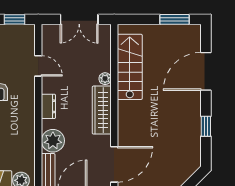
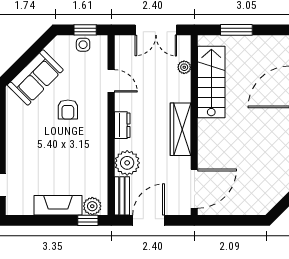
window: (175, 19) -> (236, 30), moved
side table: (13, 33) -> (83, 45), added
plant: (105, 79) -> (184, 67), moved

